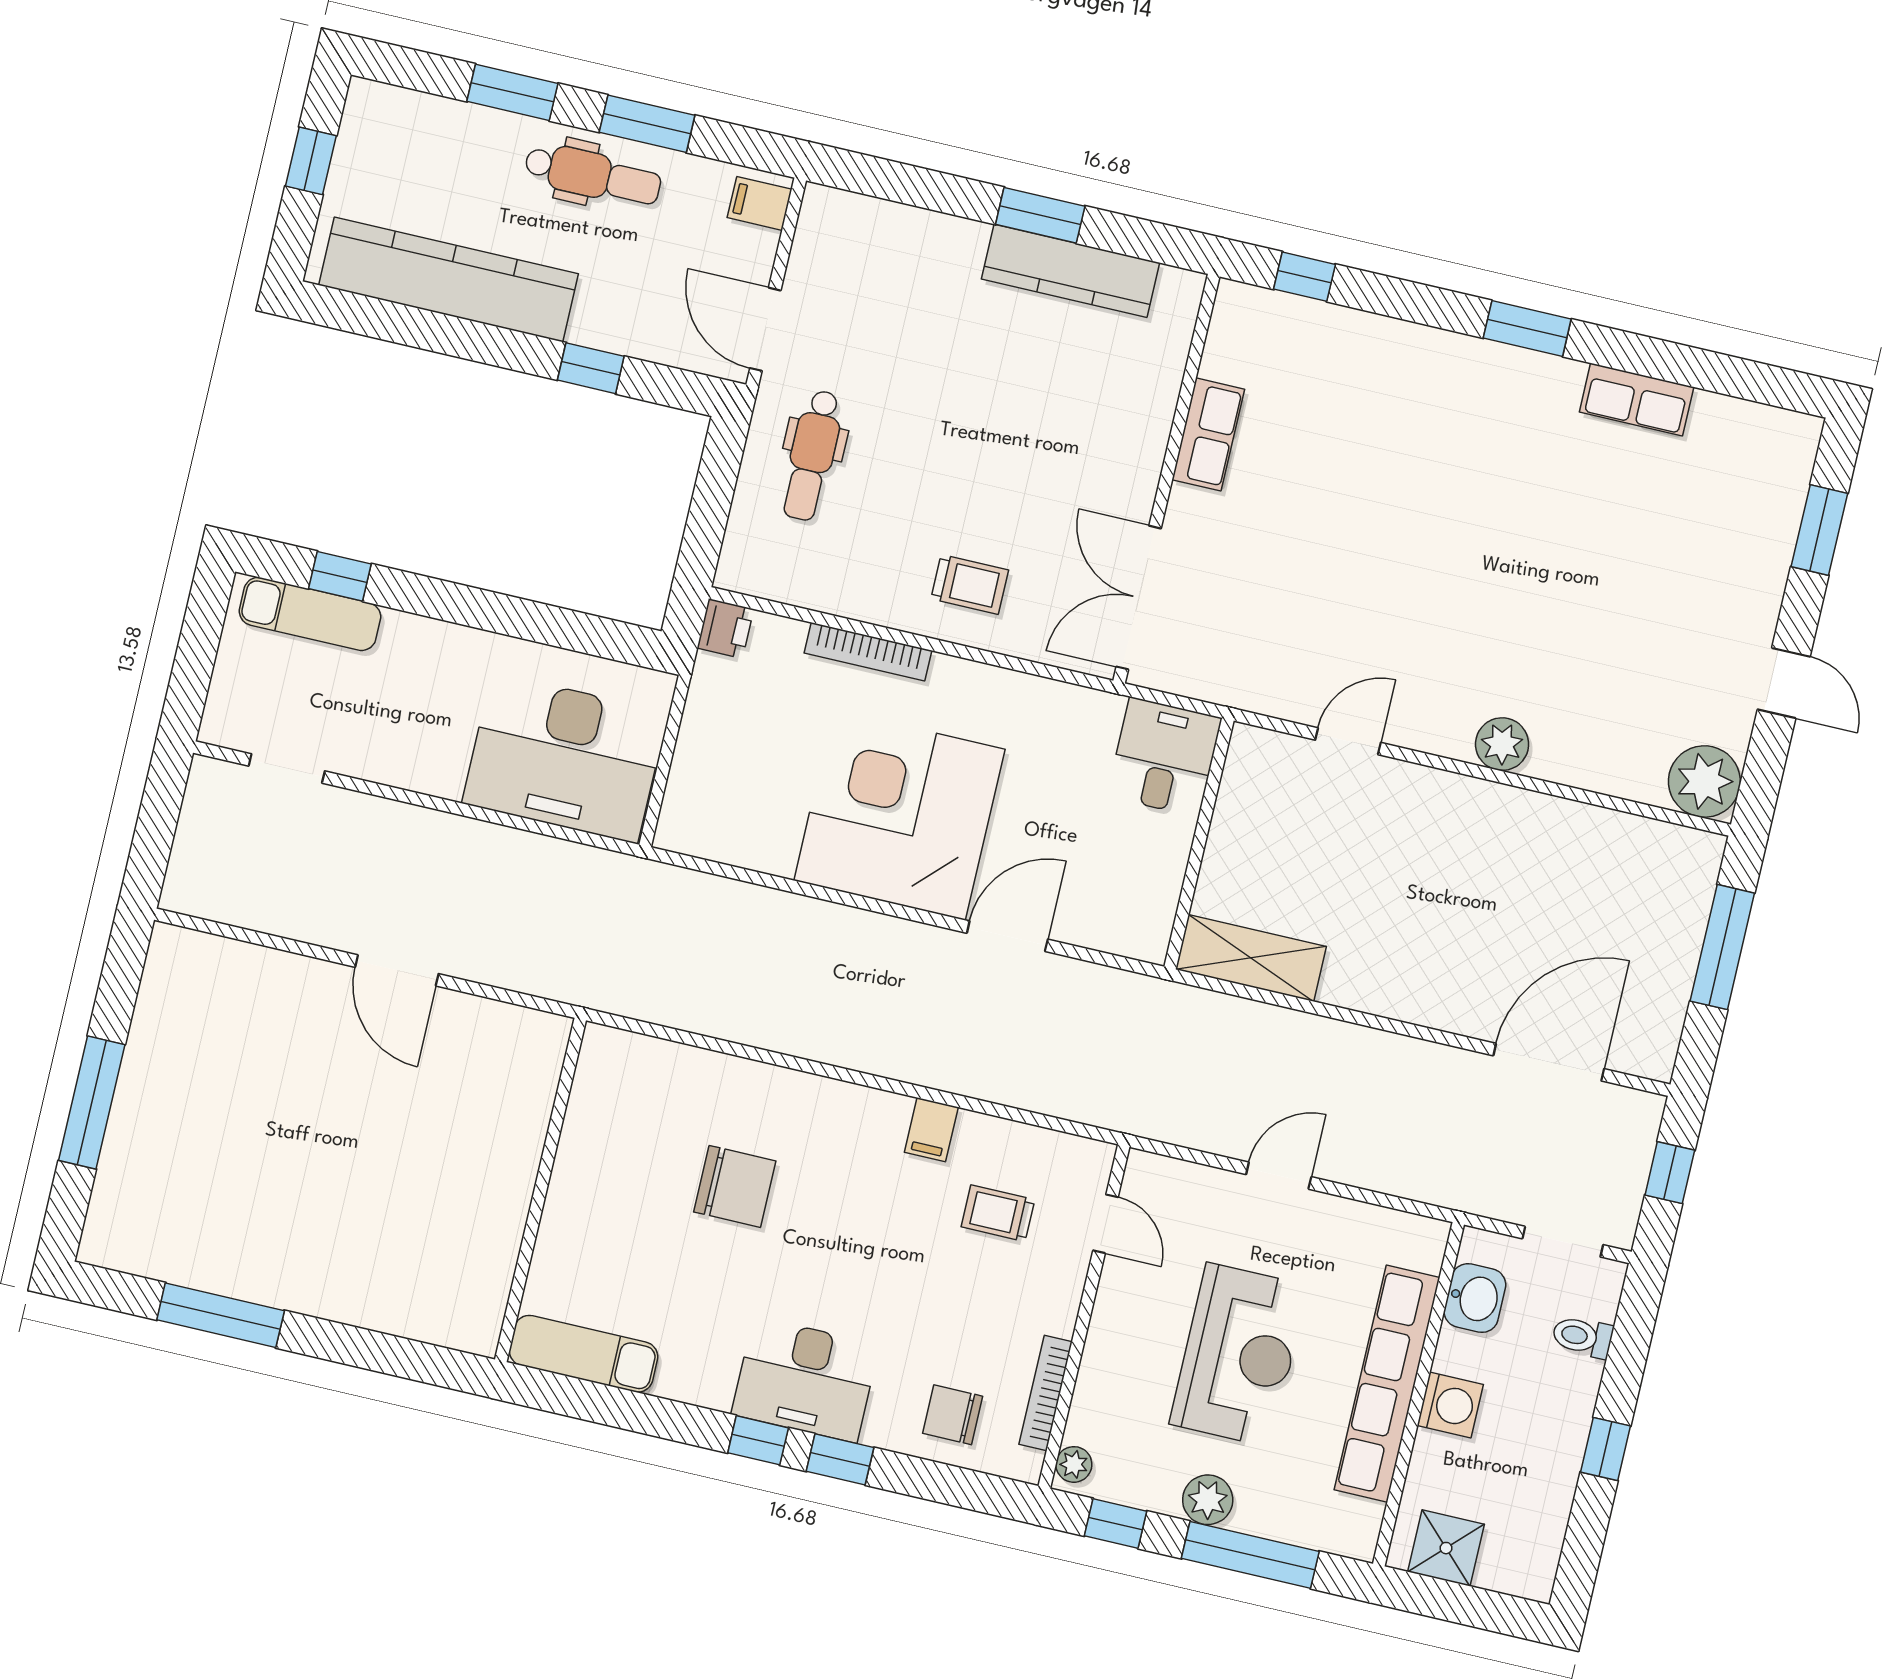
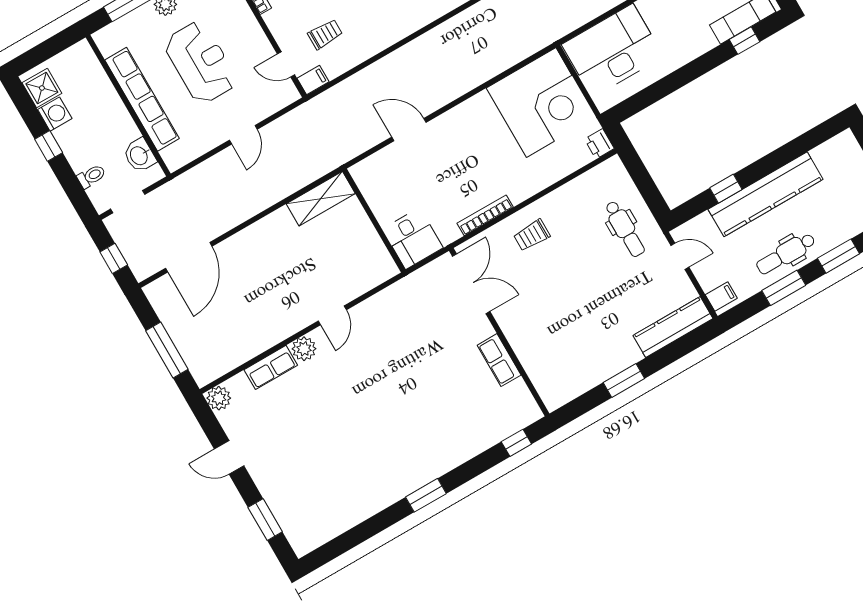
kitchen counter: (1071, 271) -> (673, 327), moved
kitchen counter: (449, 280) -> (766, 194), moved
door: (765, 329) -> (680, 256), width x0.73
row of seats: (1637, 400) -> (271, 367), moved, turned 180
dental chair: (812, 455) -> (625, 229), turned 180
bookcase: (868, 652) -> (485, 215), moved
door: (1348, 741) -> (332, 315), moved
plant: (1704, 781) -> (219, 398), width x0.73, depth x0.73
corner desk: (899, 815) -> (541, 103), moved
door: (1007, 936) -> (409, 130), swing flipped
filing cabinet: (931, 1130) -> (313, 80), moved, turned 90
reception desk: (1239, 1355) -> (200, 62), turned 180
washing machine: (1450, 1405) -> (55, 114), moved, turned 180
shower: (1446, 1548) -> (42, 88), moved

